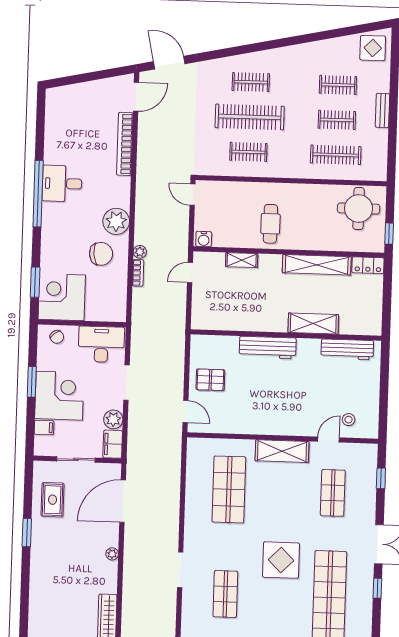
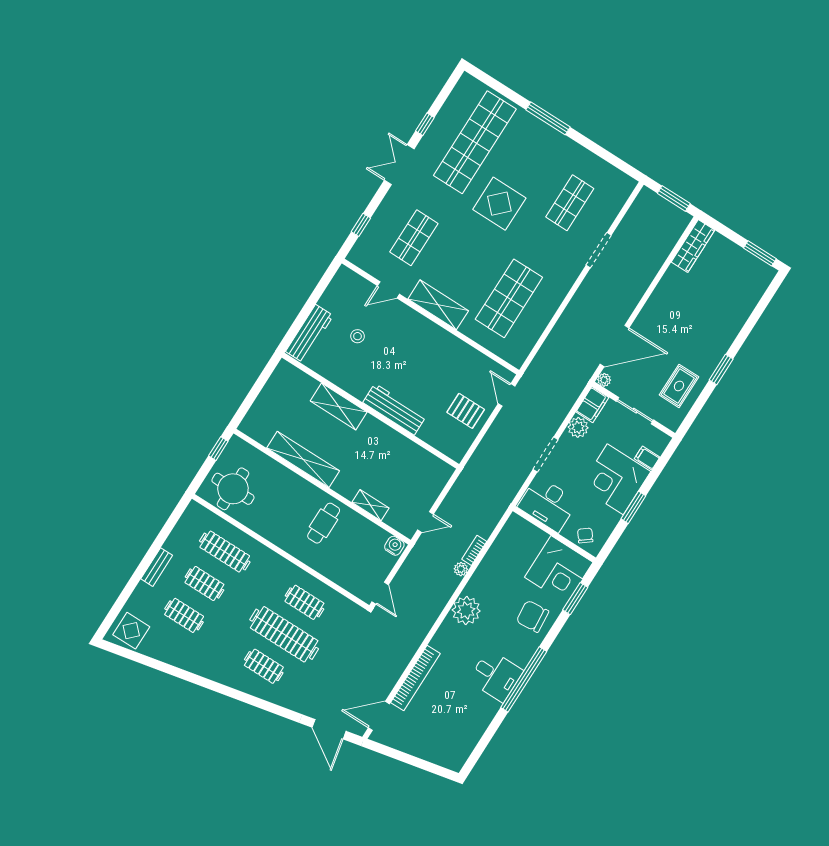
chair: (101, 254) -> (532, 616), moved
locker: (368, 265) -> (255, 431), removed
workbench: (347, 349) -> (310, 333), moved, turned 90
stool: (349, 420) -> (358, 336), moved
plant: (112, 554) -> (604, 380), moved

